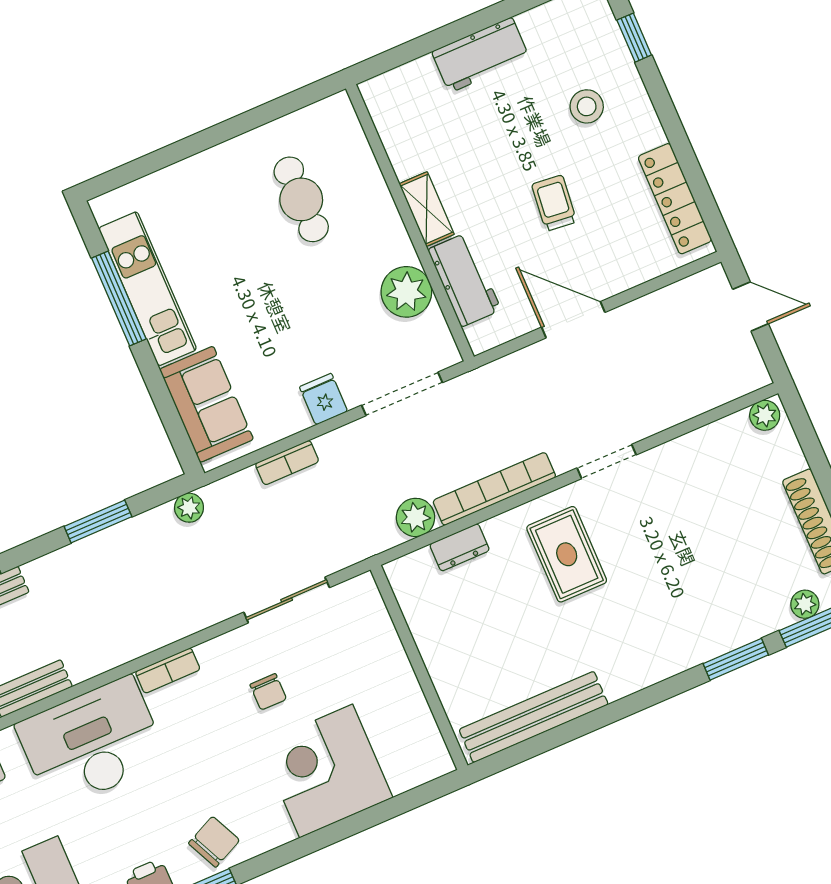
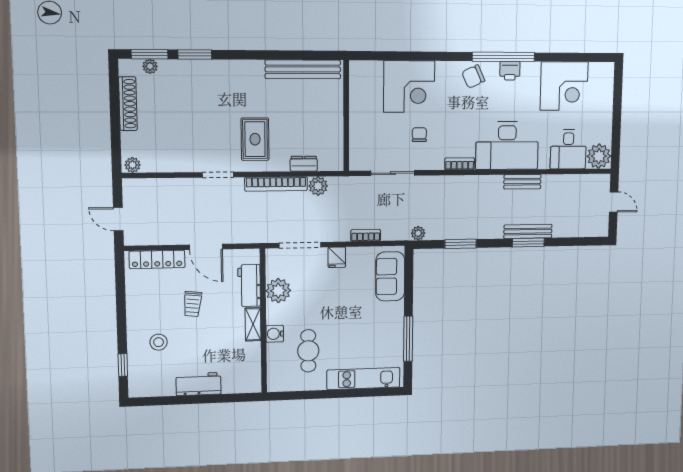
locker: (675, 199) -> (157, 259), moved, turned 90
water cooler: (378, 207) -> (275, 334), added
kitchen unit: (148, 289) -> (363, 379), moved, turned 90

